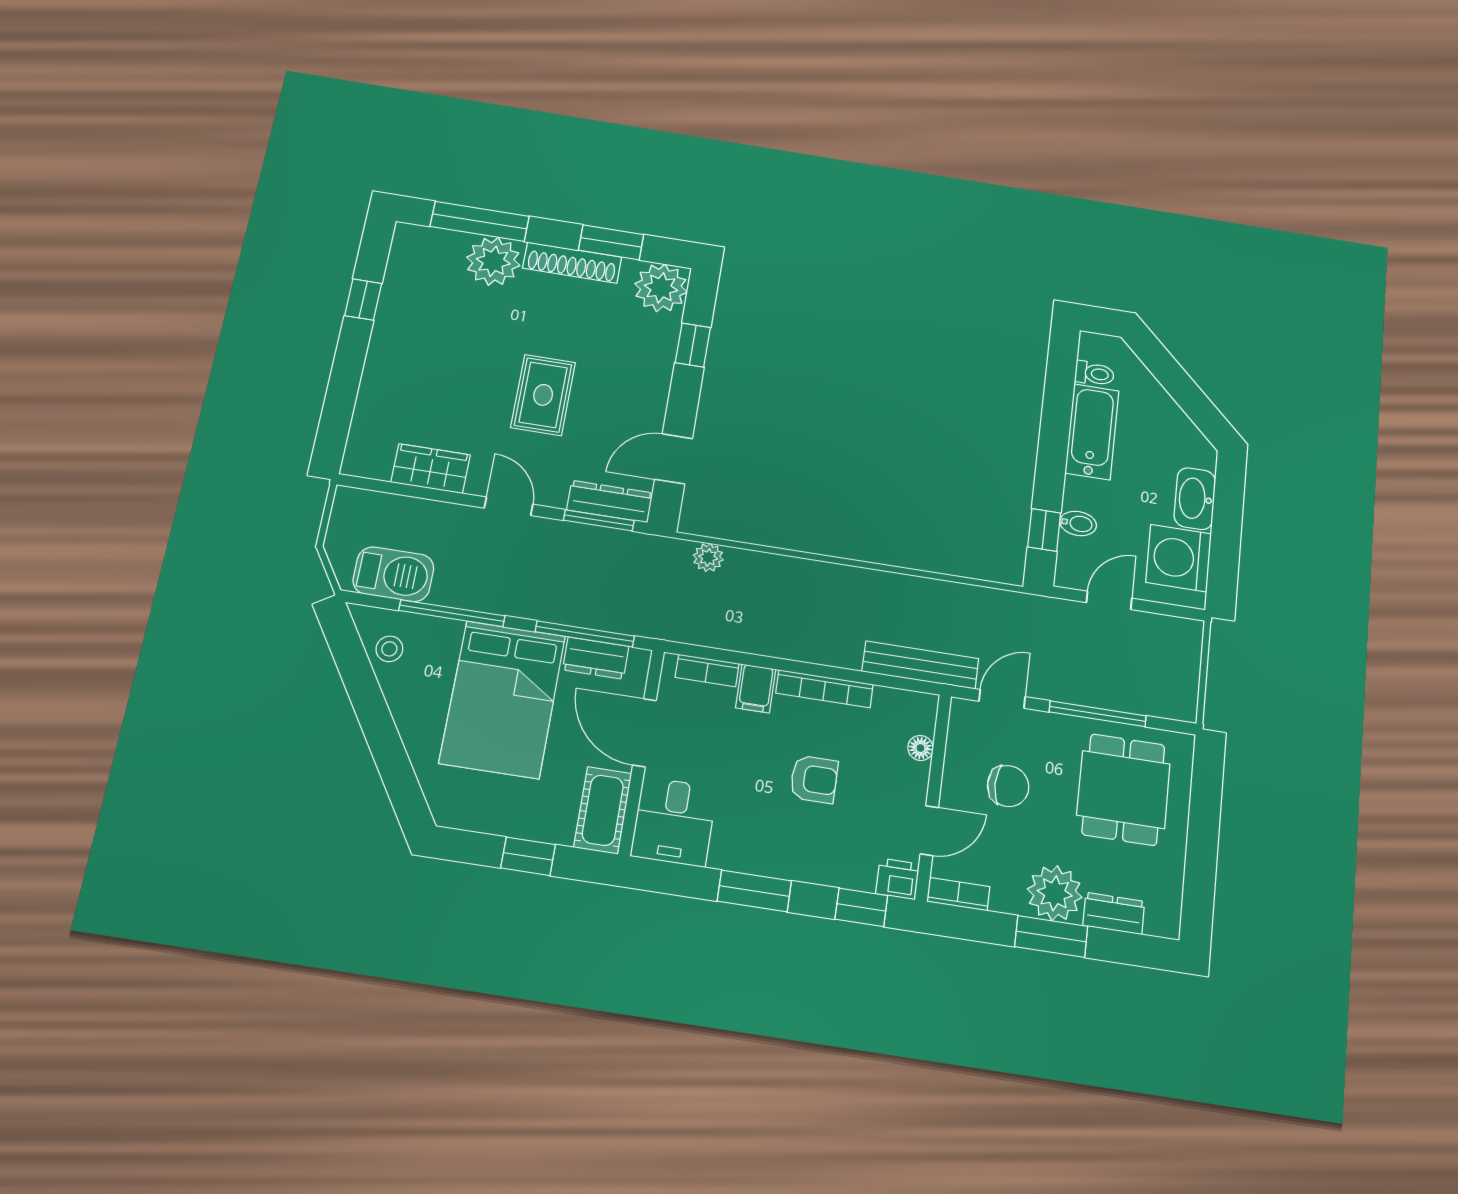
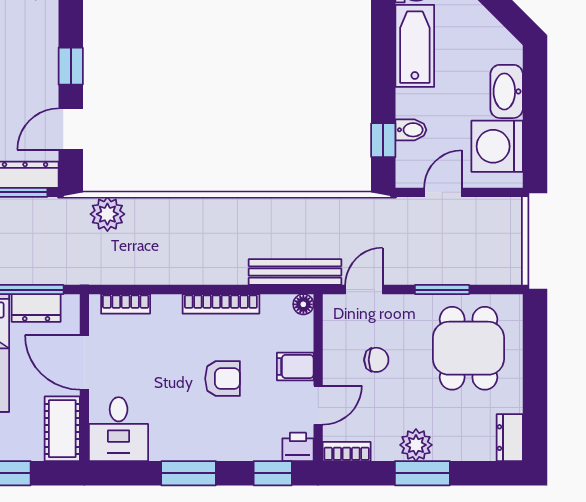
window: (693, 345) -> (71, 66), moved
plant: (708, 557) -> (107, 214), width x1.38, depth x1.38
filing cabinet: (756, 688) -> (295, 367), moved, turned 90
window: (1098, 714) -> (442, 290), width x0.69
floor lamp: (920, 748) -> (303, 304), moved
chair: (1008, 786) -> (376, 360), width x0.73, depth x0.73
plant: (1055, 893) -> (416, 445), width x0.73, depth x0.73
dresser: (1114, 913) -> (510, 438), moved, turned -90

